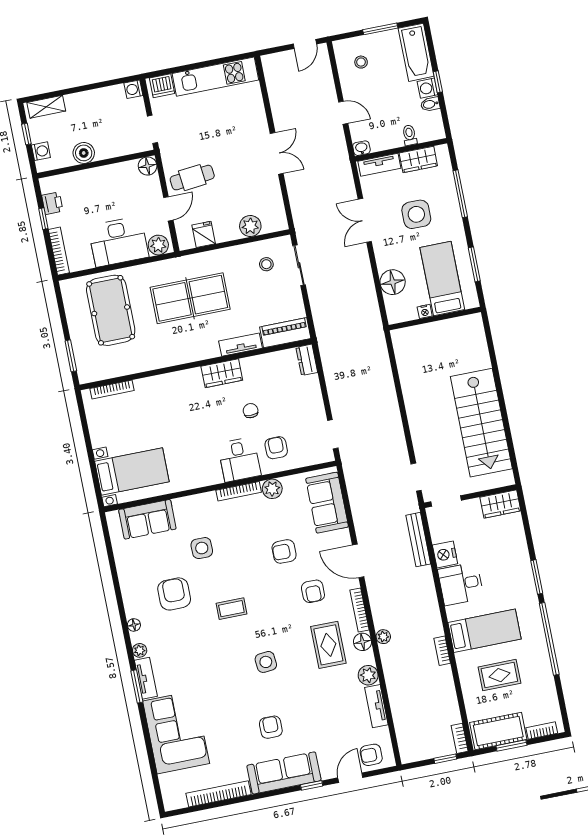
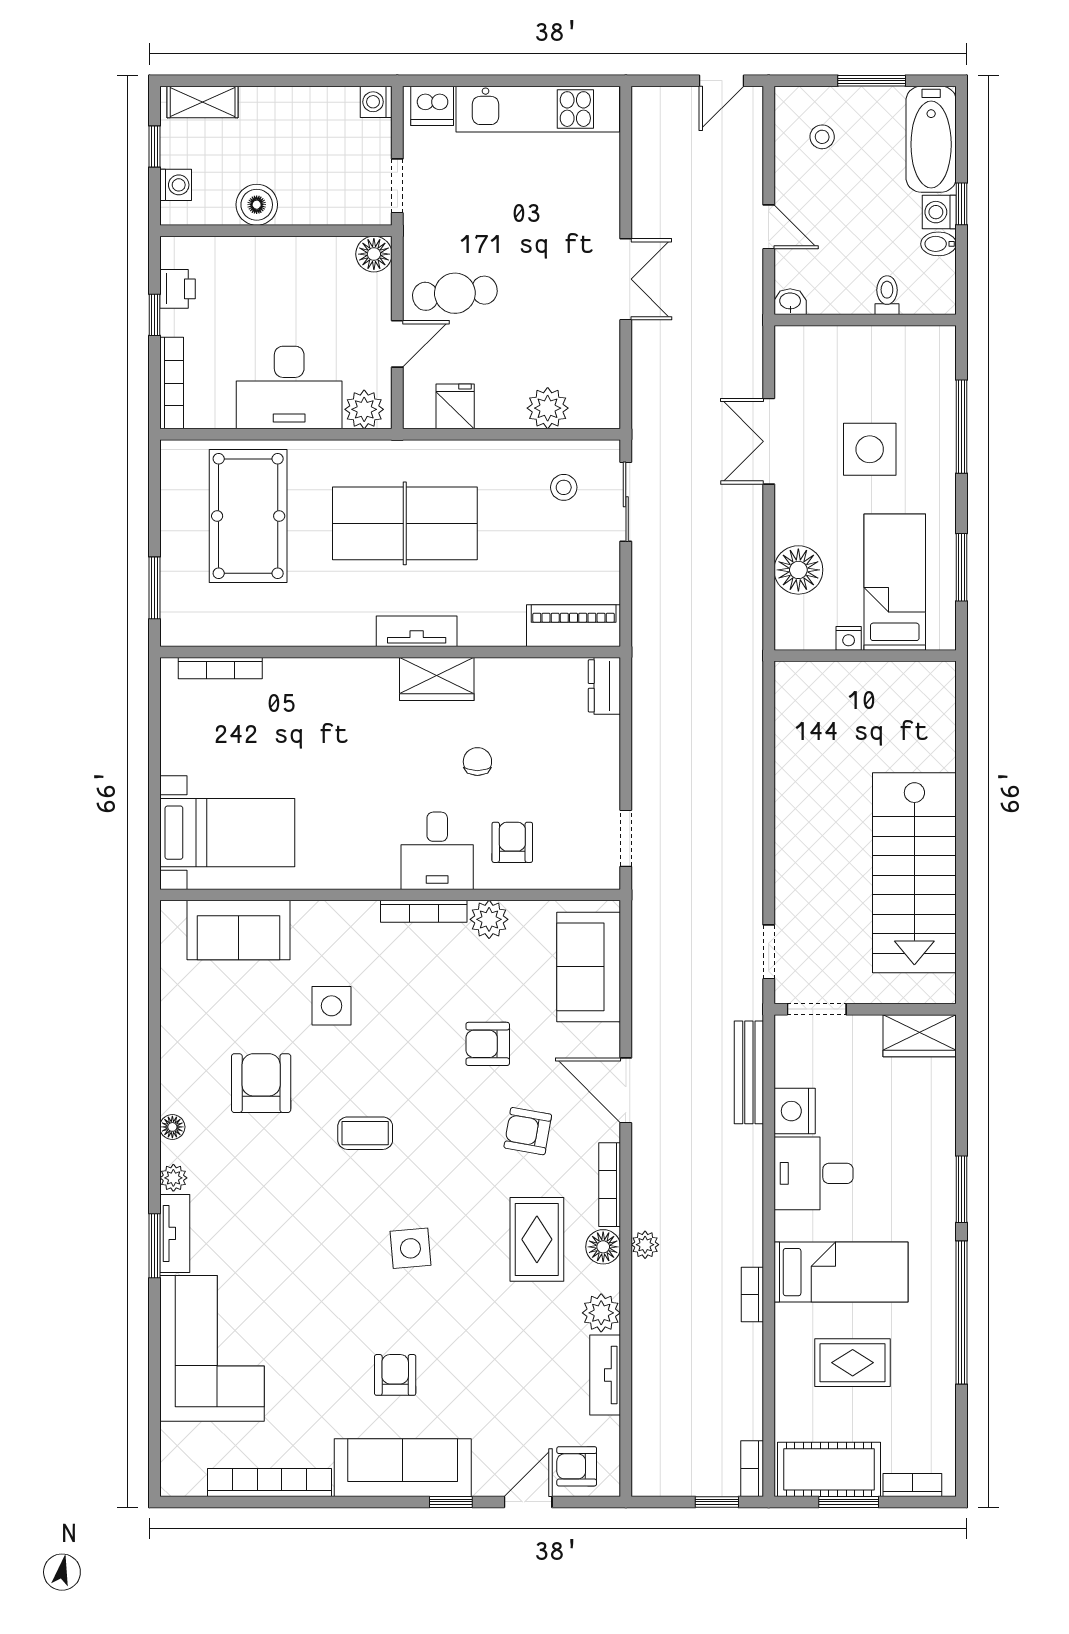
wardrobe: (418, 159) -> (895, 345), removed
tv unit: (379, 165) -> (818, 340), removed
tv unit: (240, 345) -> (417, 631), moved
armchair: (313, 591) -> (528, 1131), turned 100

